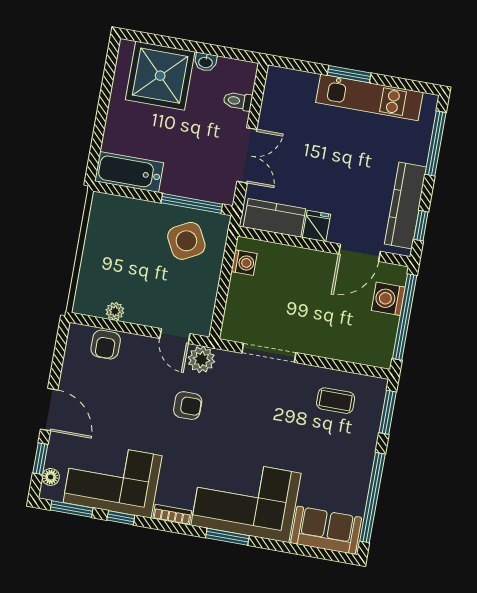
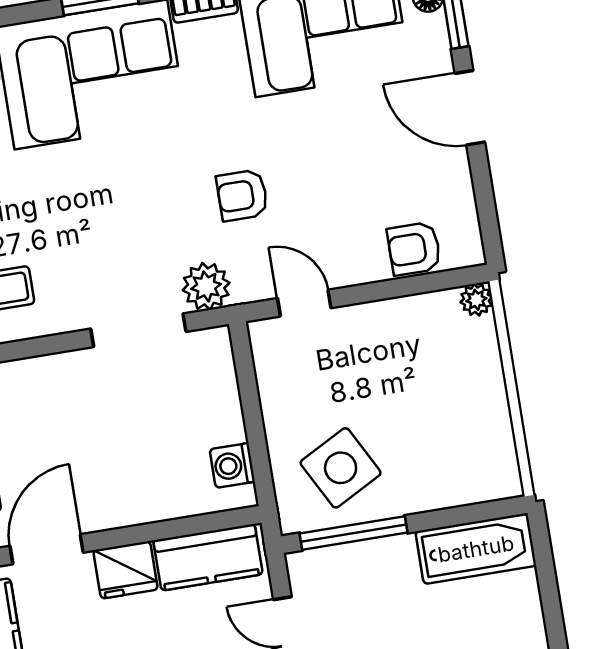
fridge: (317, 226) -> (126, 570), width x1.38
plant: (115, 311) -> (476, 300), moved
armchair: (106, 345) -> (414, 249), turned -90
plant: (201, 359) -> (206, 286), moved

